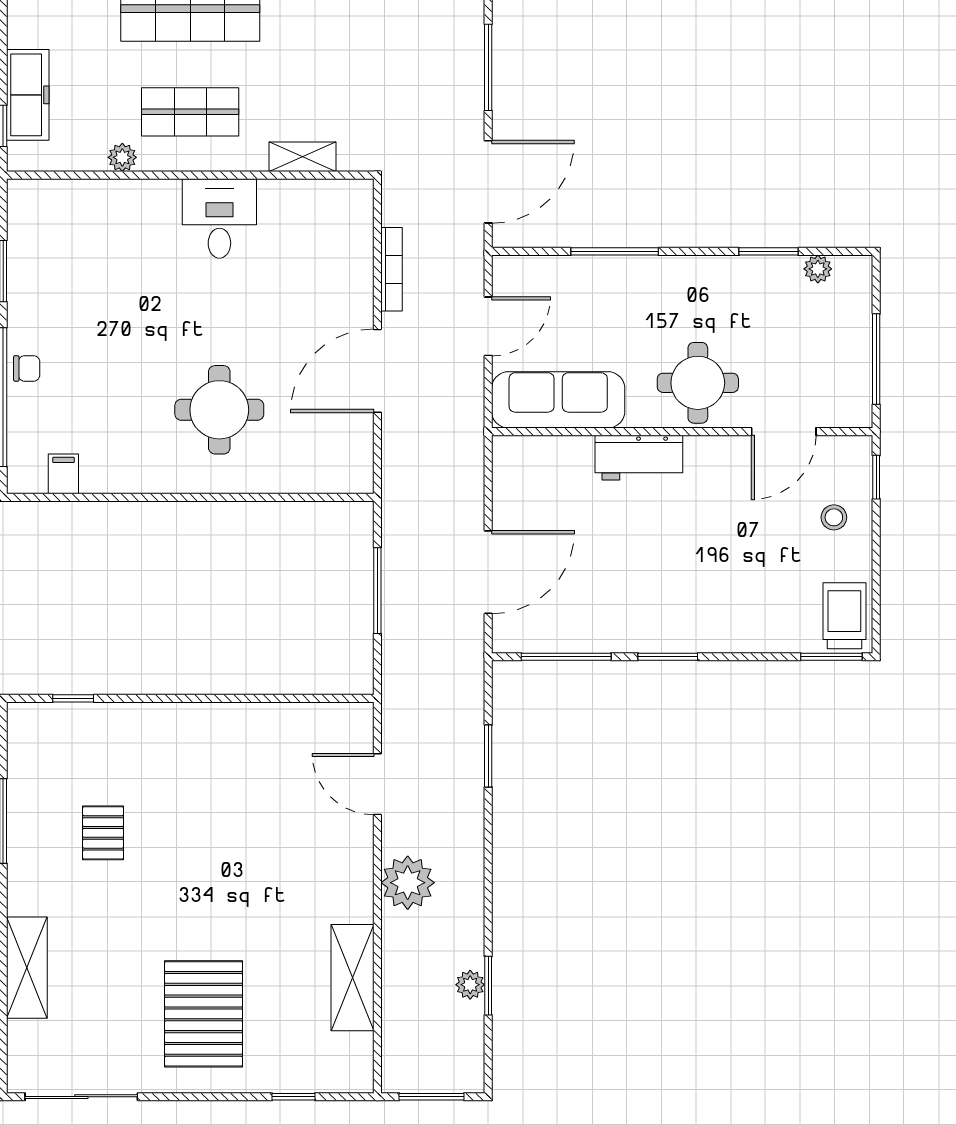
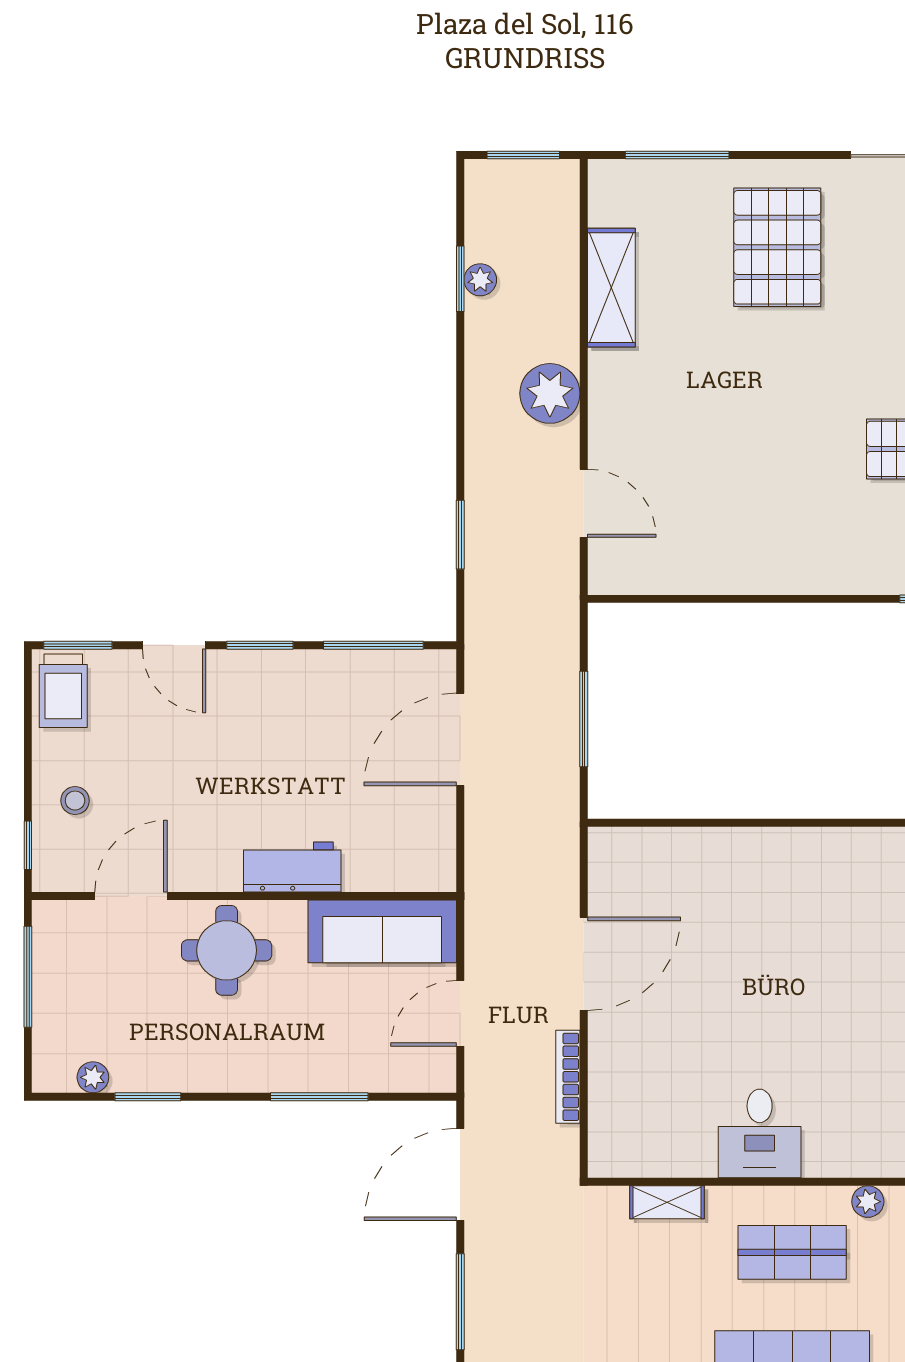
round table: (219, 410) -> (760, 920), removed
door: (745, 657) -> (174, 645), added
window: (293, 1097) -> (677, 155), width x2.17

